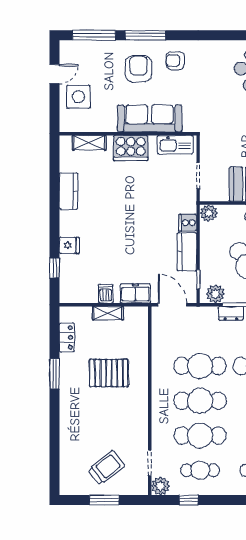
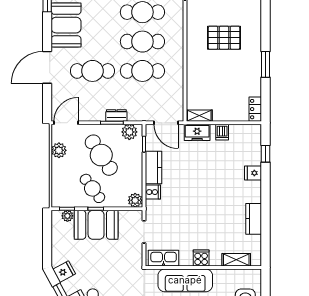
cooker: (131, 148) -> (201, 258), width x0.53, depth x0.76
shelving: (108, 313) -> (199, 116), moved
locker: (67, 337) -> (255, 109), moved
pallet: (109, 373) -> (224, 38), moved

